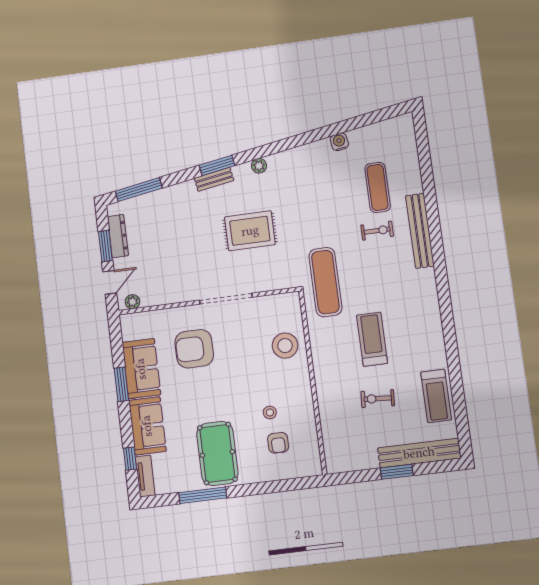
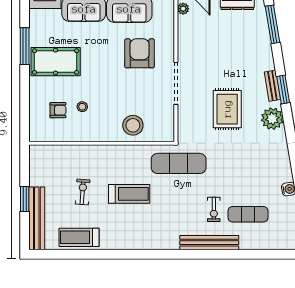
plant: (259, 166) -> (272, 119), width x1.88, depth x1.88
armchair: (278, 443) -> (58, 110), turned 180

